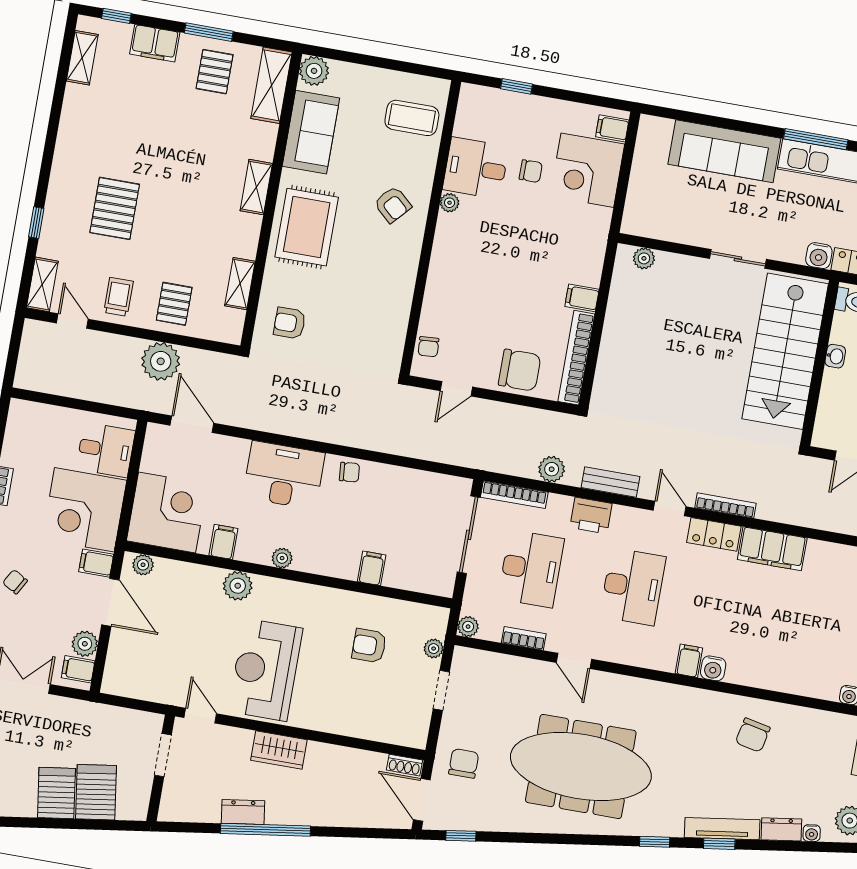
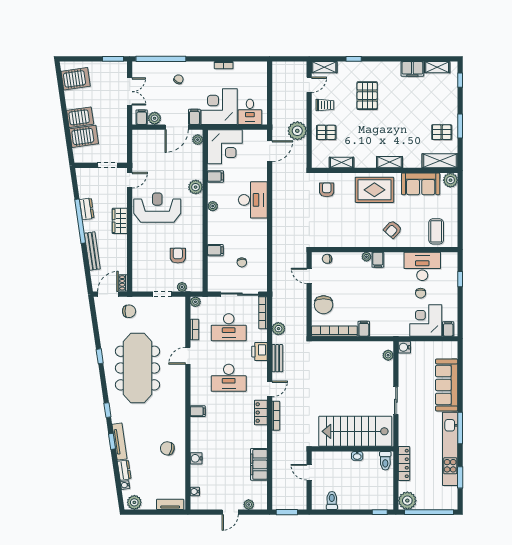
filing cabinet: (155, 43) -> (412, 69), moved, turned -90
desk: (476, 168) -> (422, 266), width x1.37
plant: (450, 203) -> (366, 257), moved
pallet: (115, 208) -> (367, 96), turned 90
filing cabinet: (448, 245) -> (378, 260), added
water cooler: (819, 256) -> (404, 347), moved
chair: (349, 472) -> (242, 262), moved
filing cabinet: (772, 549) -> (259, 464), moved
water cooler: (713, 668) -> (196, 458), moved
bench: (330, 816) -> (92, 251), added
window: (461, 836) -> (100, 356), moved

